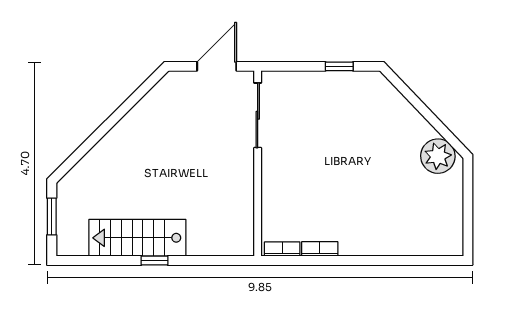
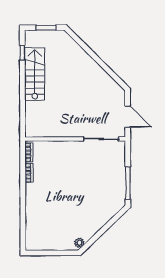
window: (339, 66) -> (128, 183), width x2.17
plant: (438, 156) -> (79, 243), width x0.53, depth x0.53
window: (154, 260) -> (22, 53), moved

